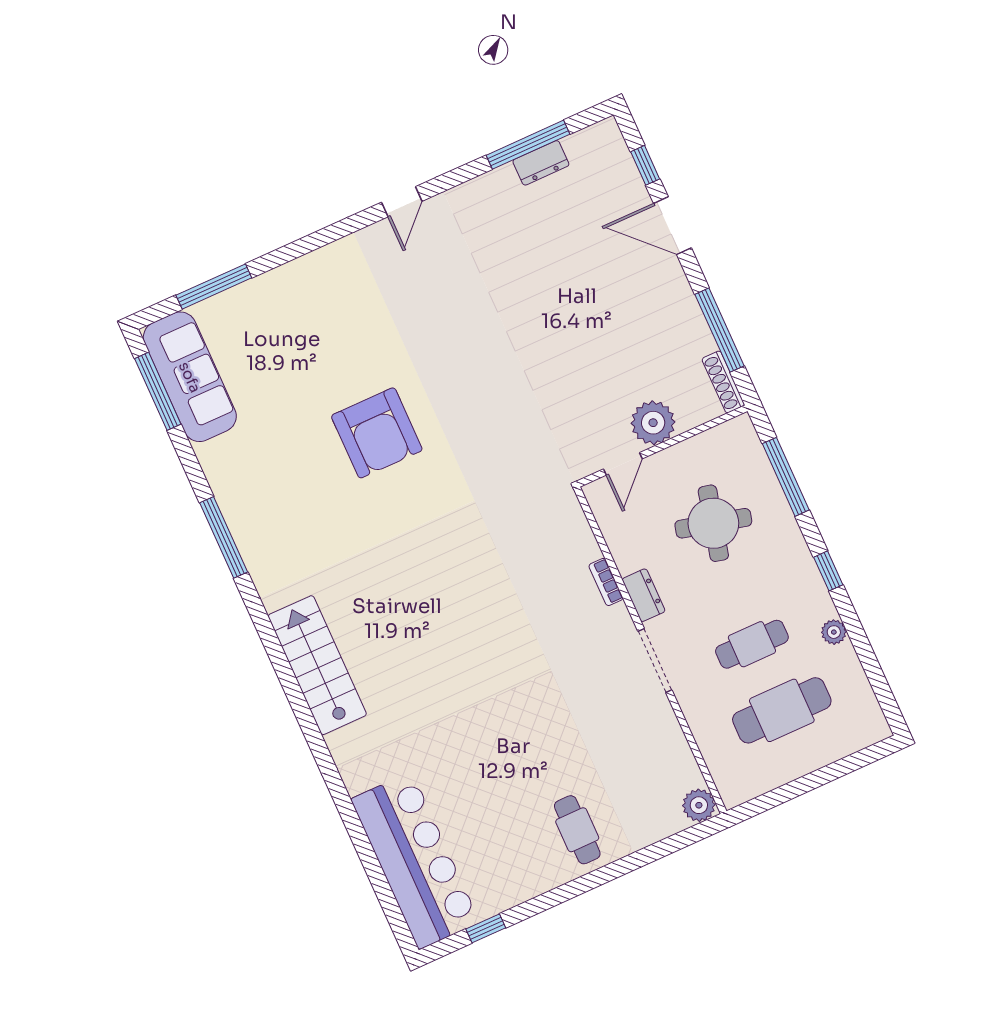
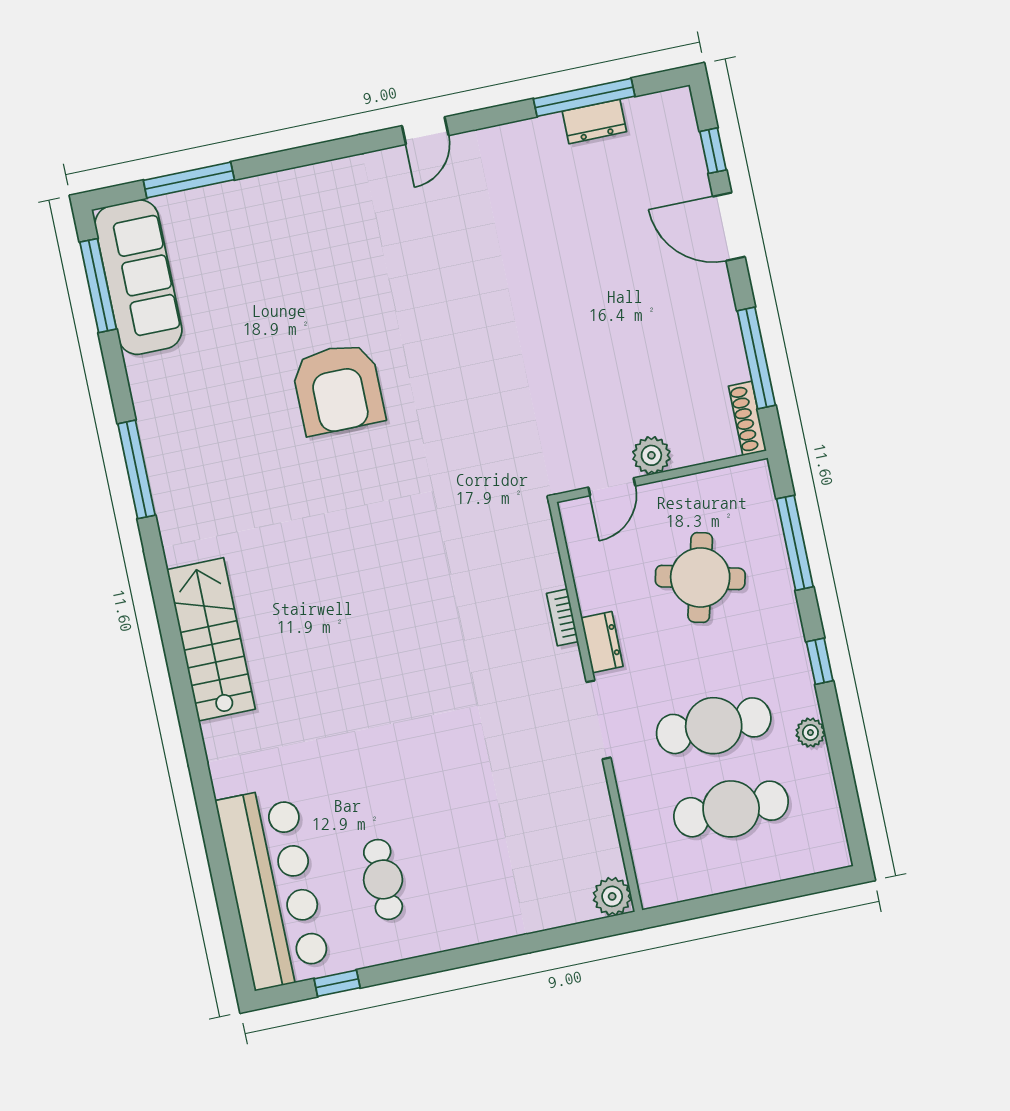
plant: (653, 423) -> (651, 455), width x0.73, depth x0.73
cafe table: (752, 644) -> (714, 726), width x1.37, depth x1.35
cafe table: (577, 830) -> (383, 879), moved

